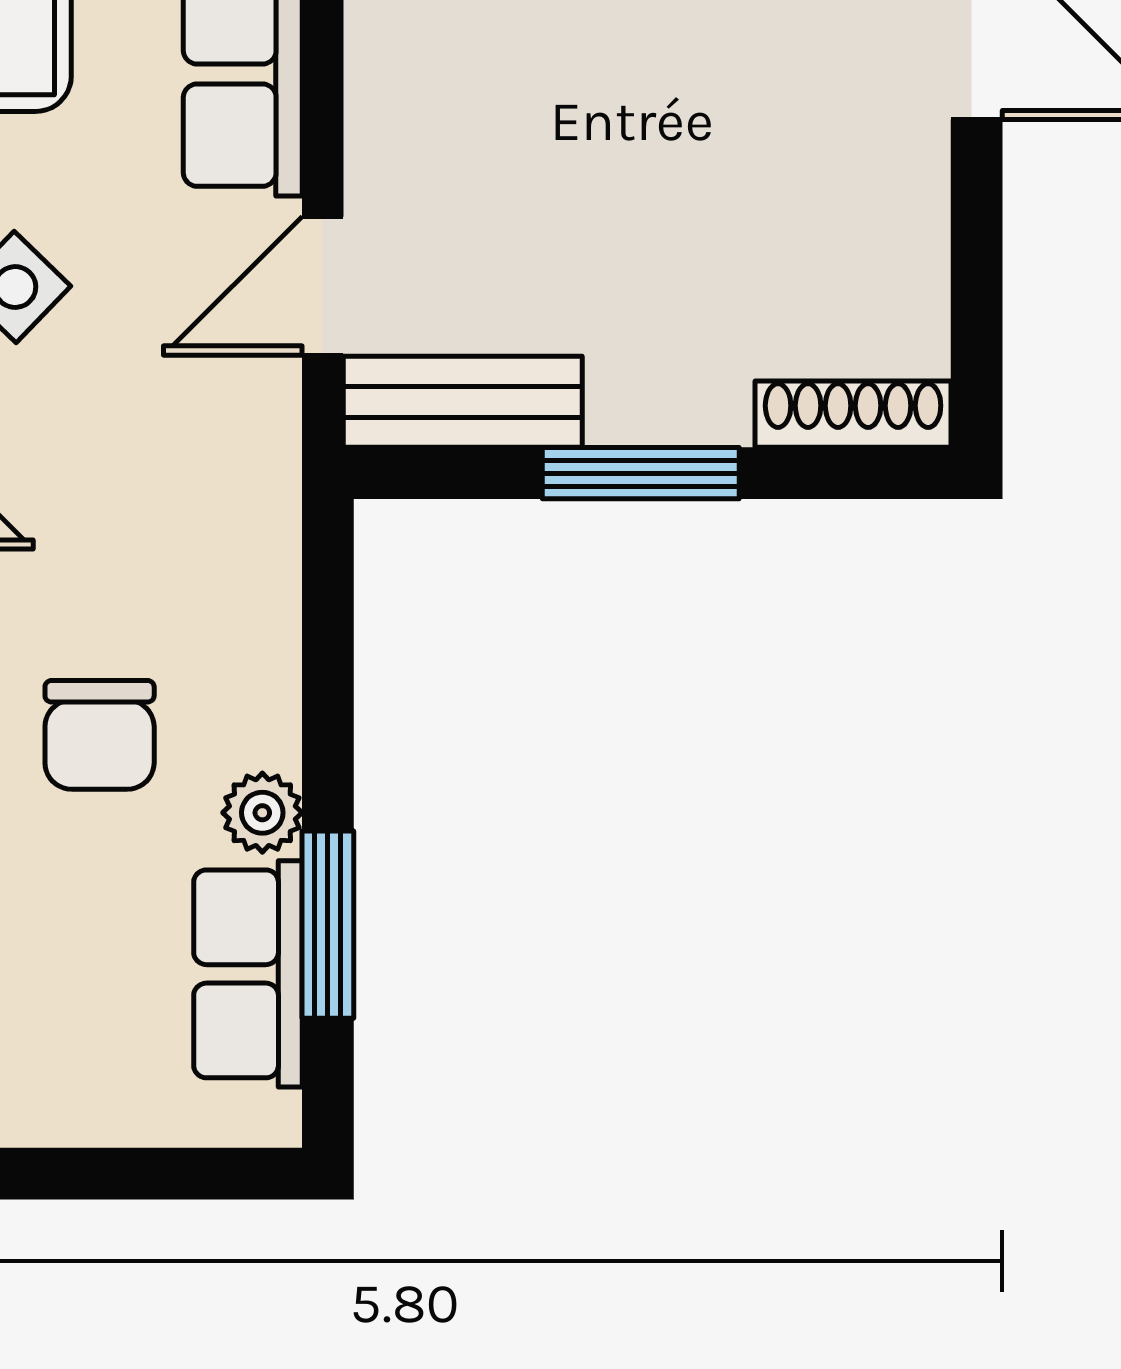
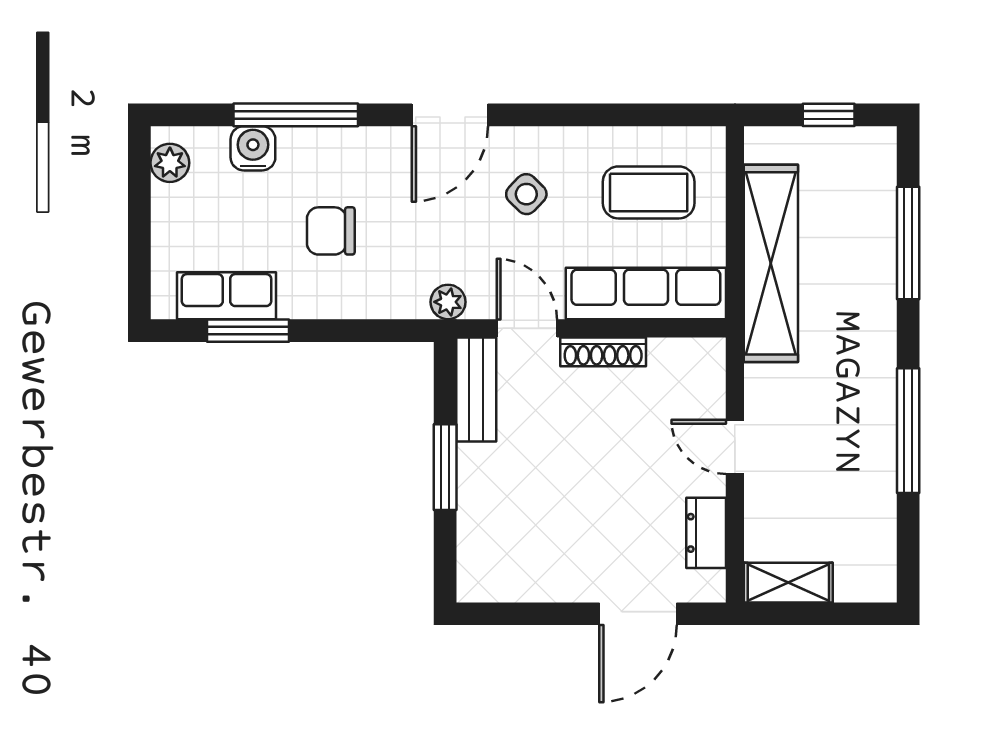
shoe rack: (853, 414) -> (603, 352), moved, turned 90
plant: (262, 813) -> (448, 302), moved

